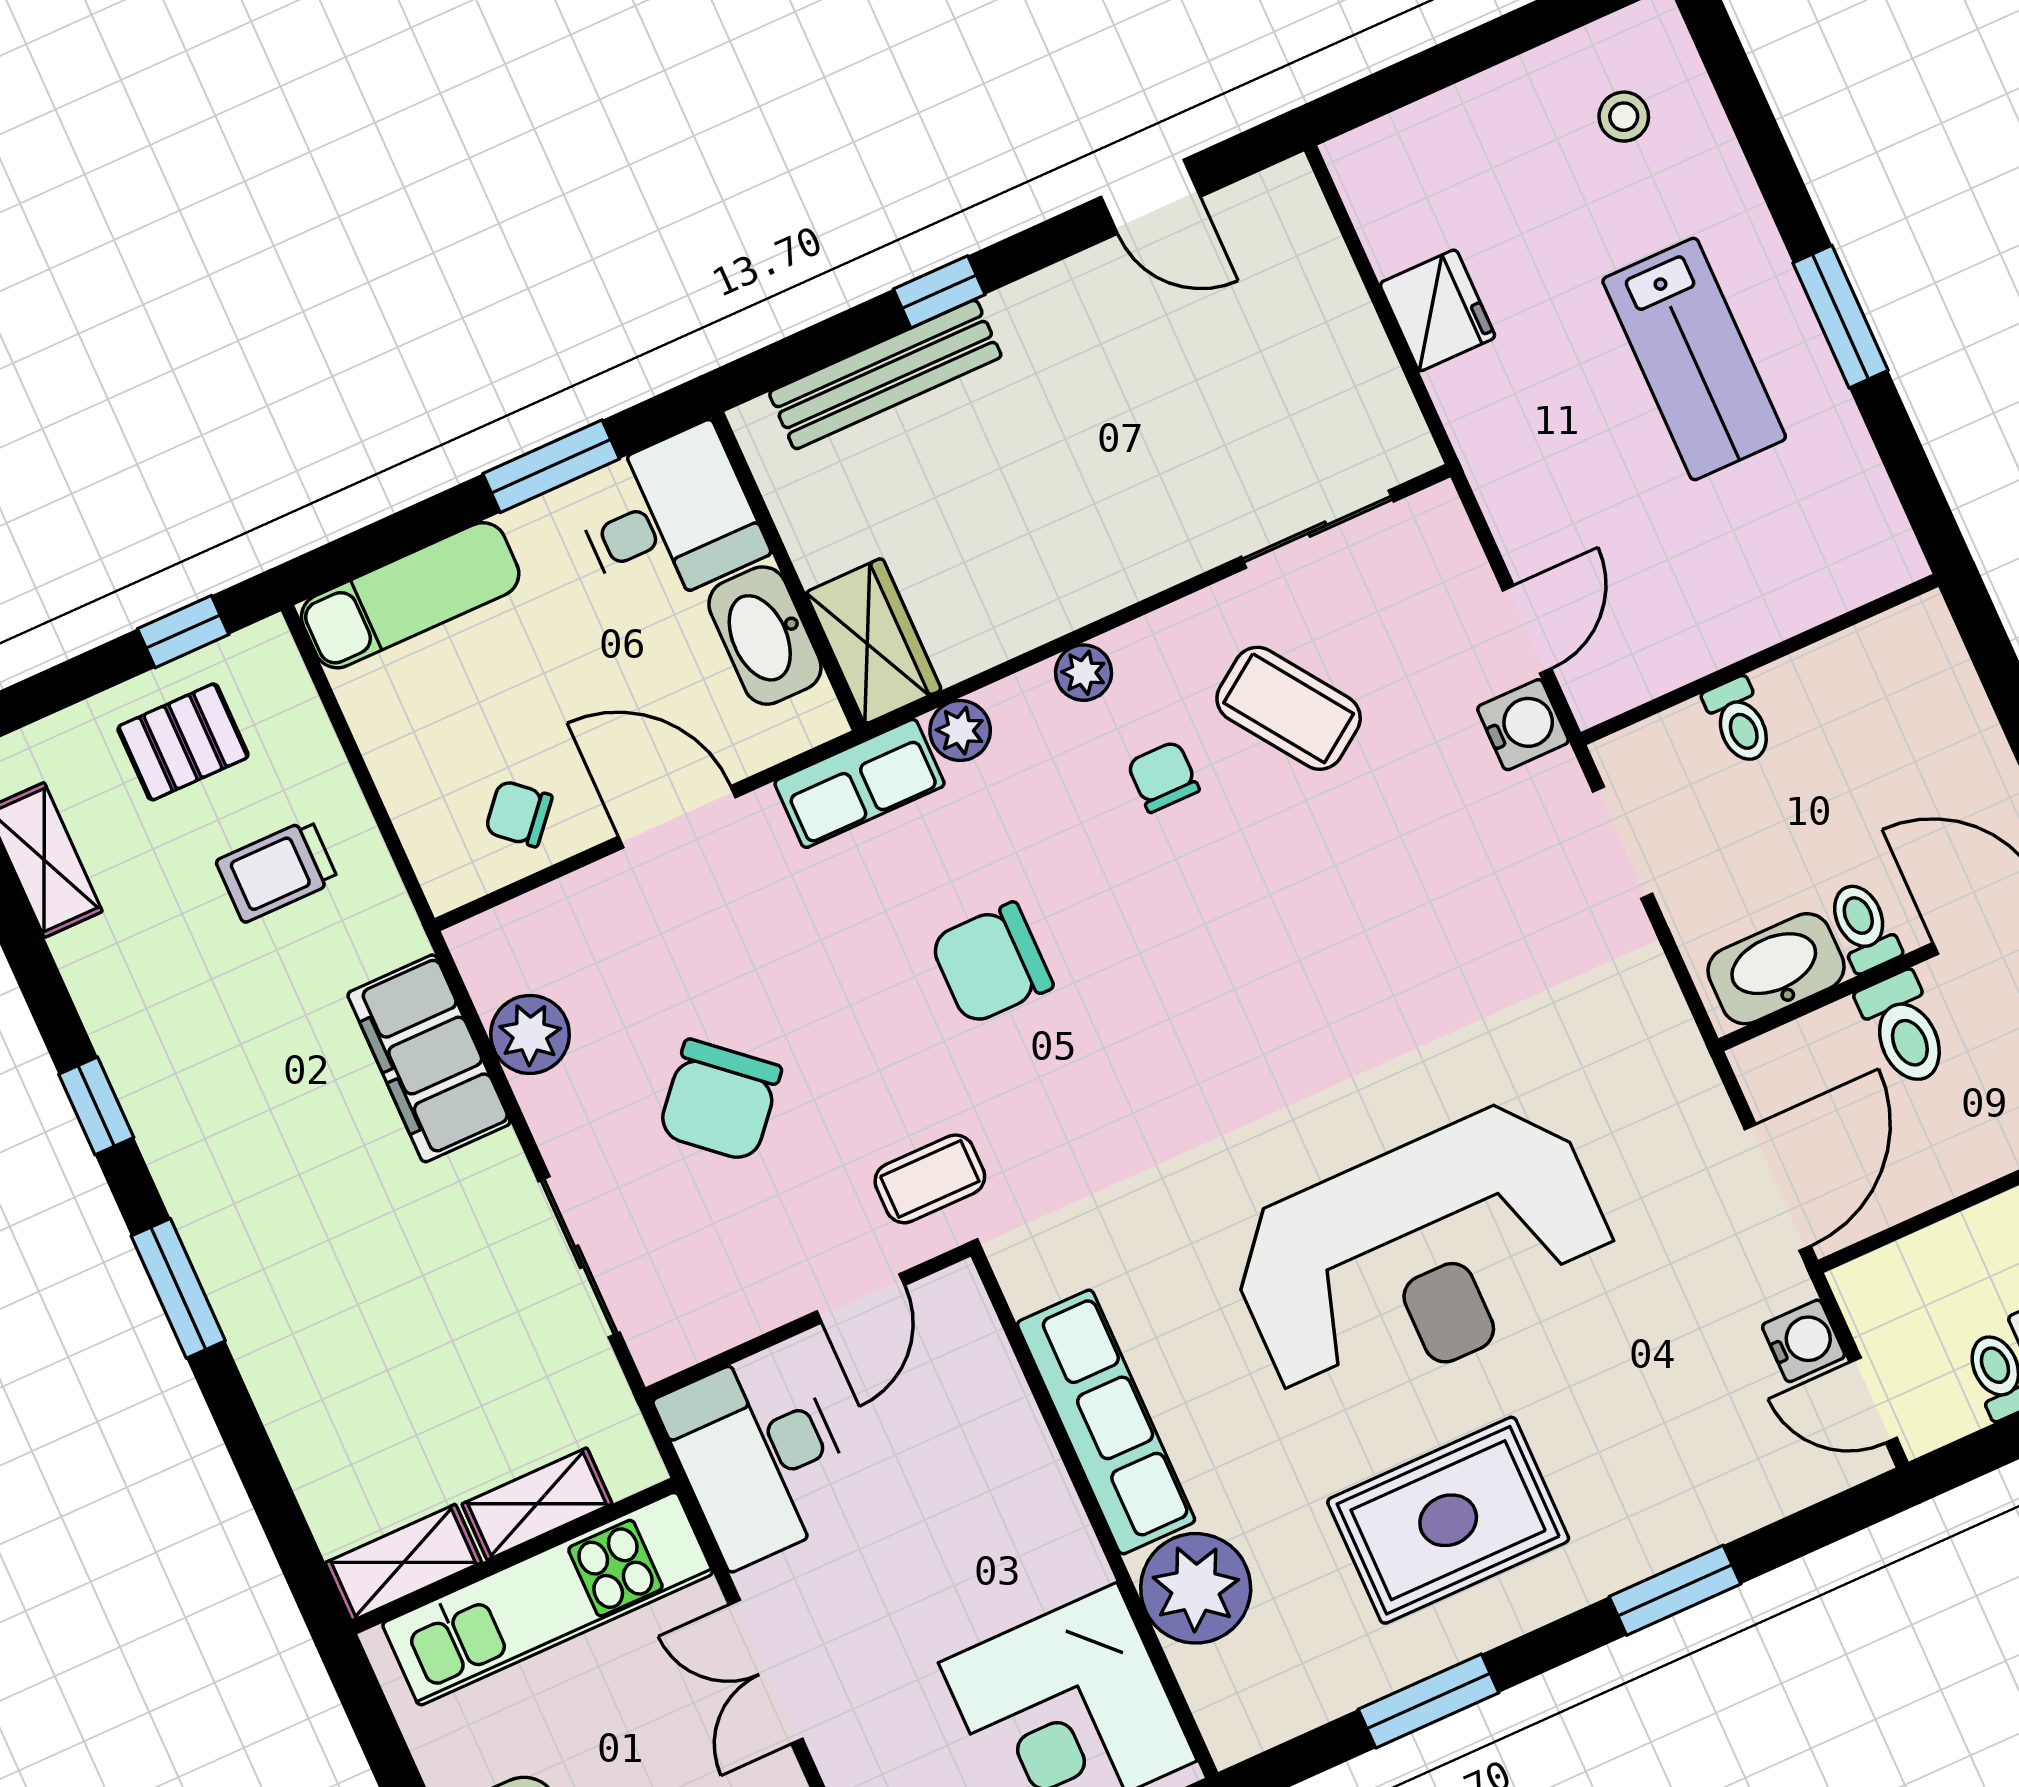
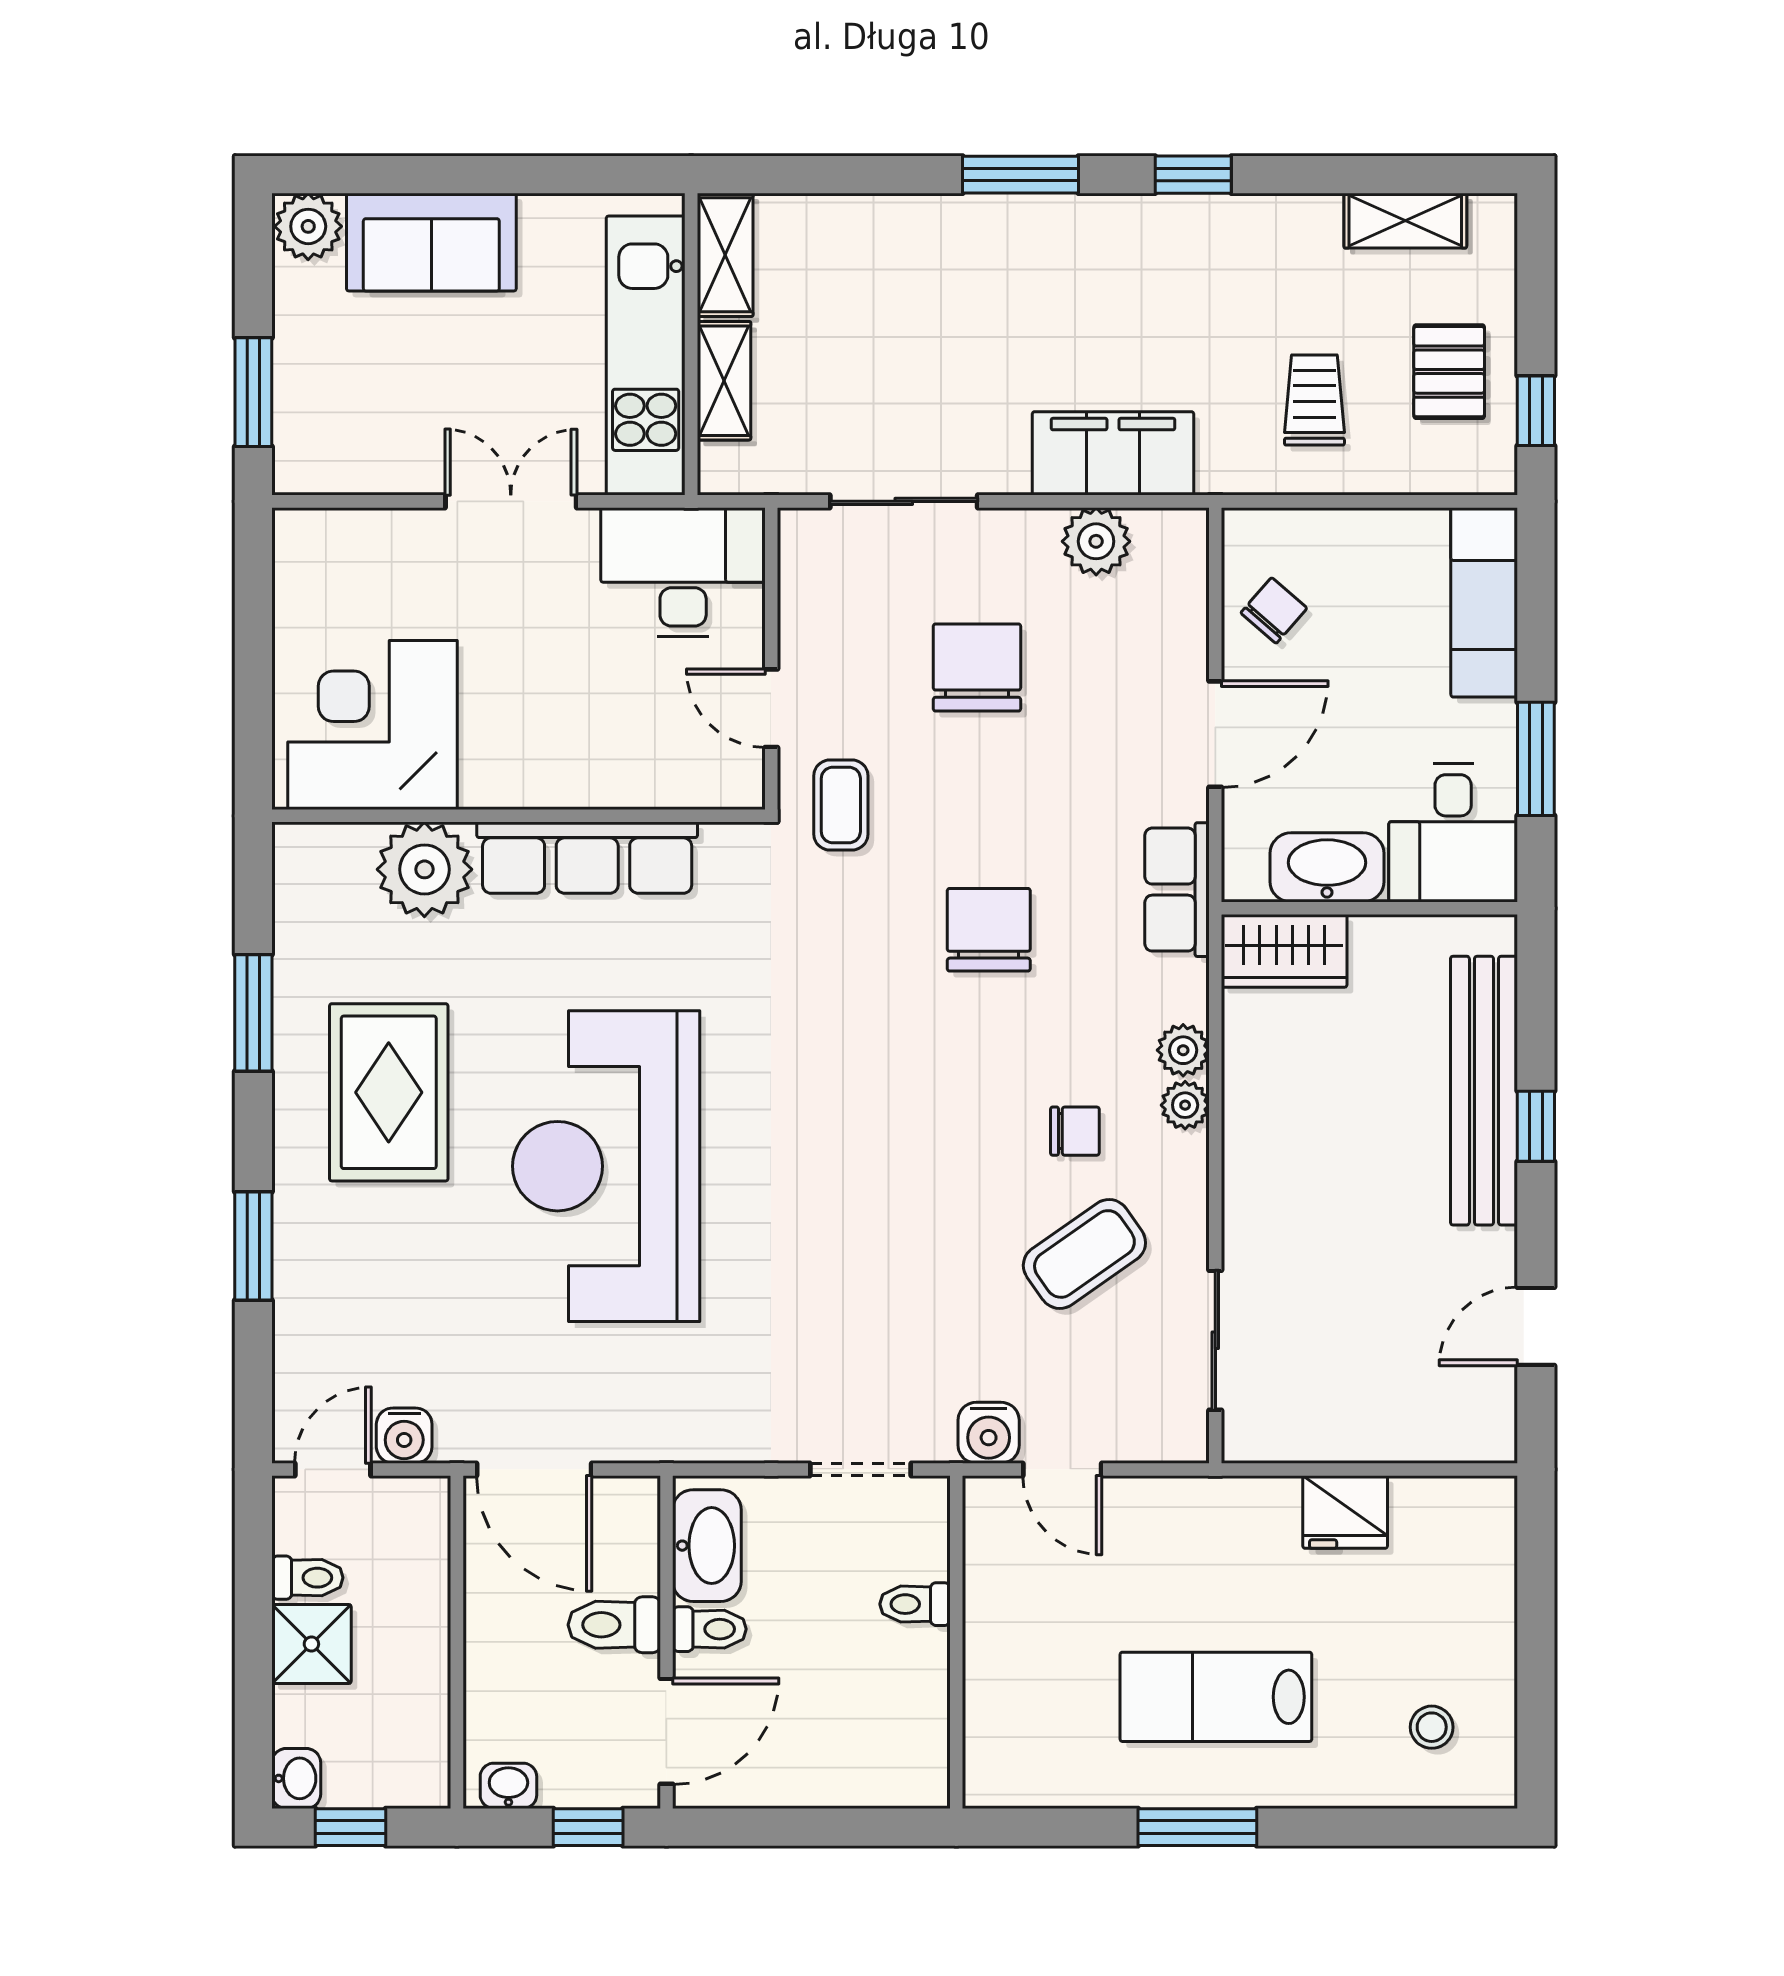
bench: (885, 375) -> (1484, 1091), width x1.37, depth x1.21
plant: (960, 731) -> (1183, 1050), moved
chair: (720, 1100) -> (977, 667), turned 49

